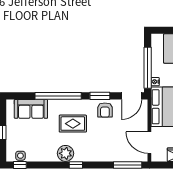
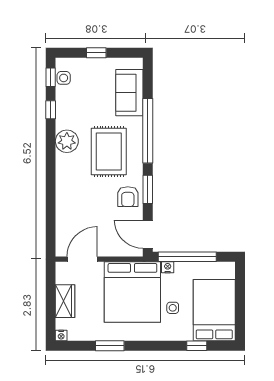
armchair: (105, 110) -> (128, 197), turned -90
rug: (73, 124) -> (109, 151), width x1.36, depth x1.43
window: (76, 165) -> (51, 110), moved
window: (128, 165) -> (51, 229), removed

